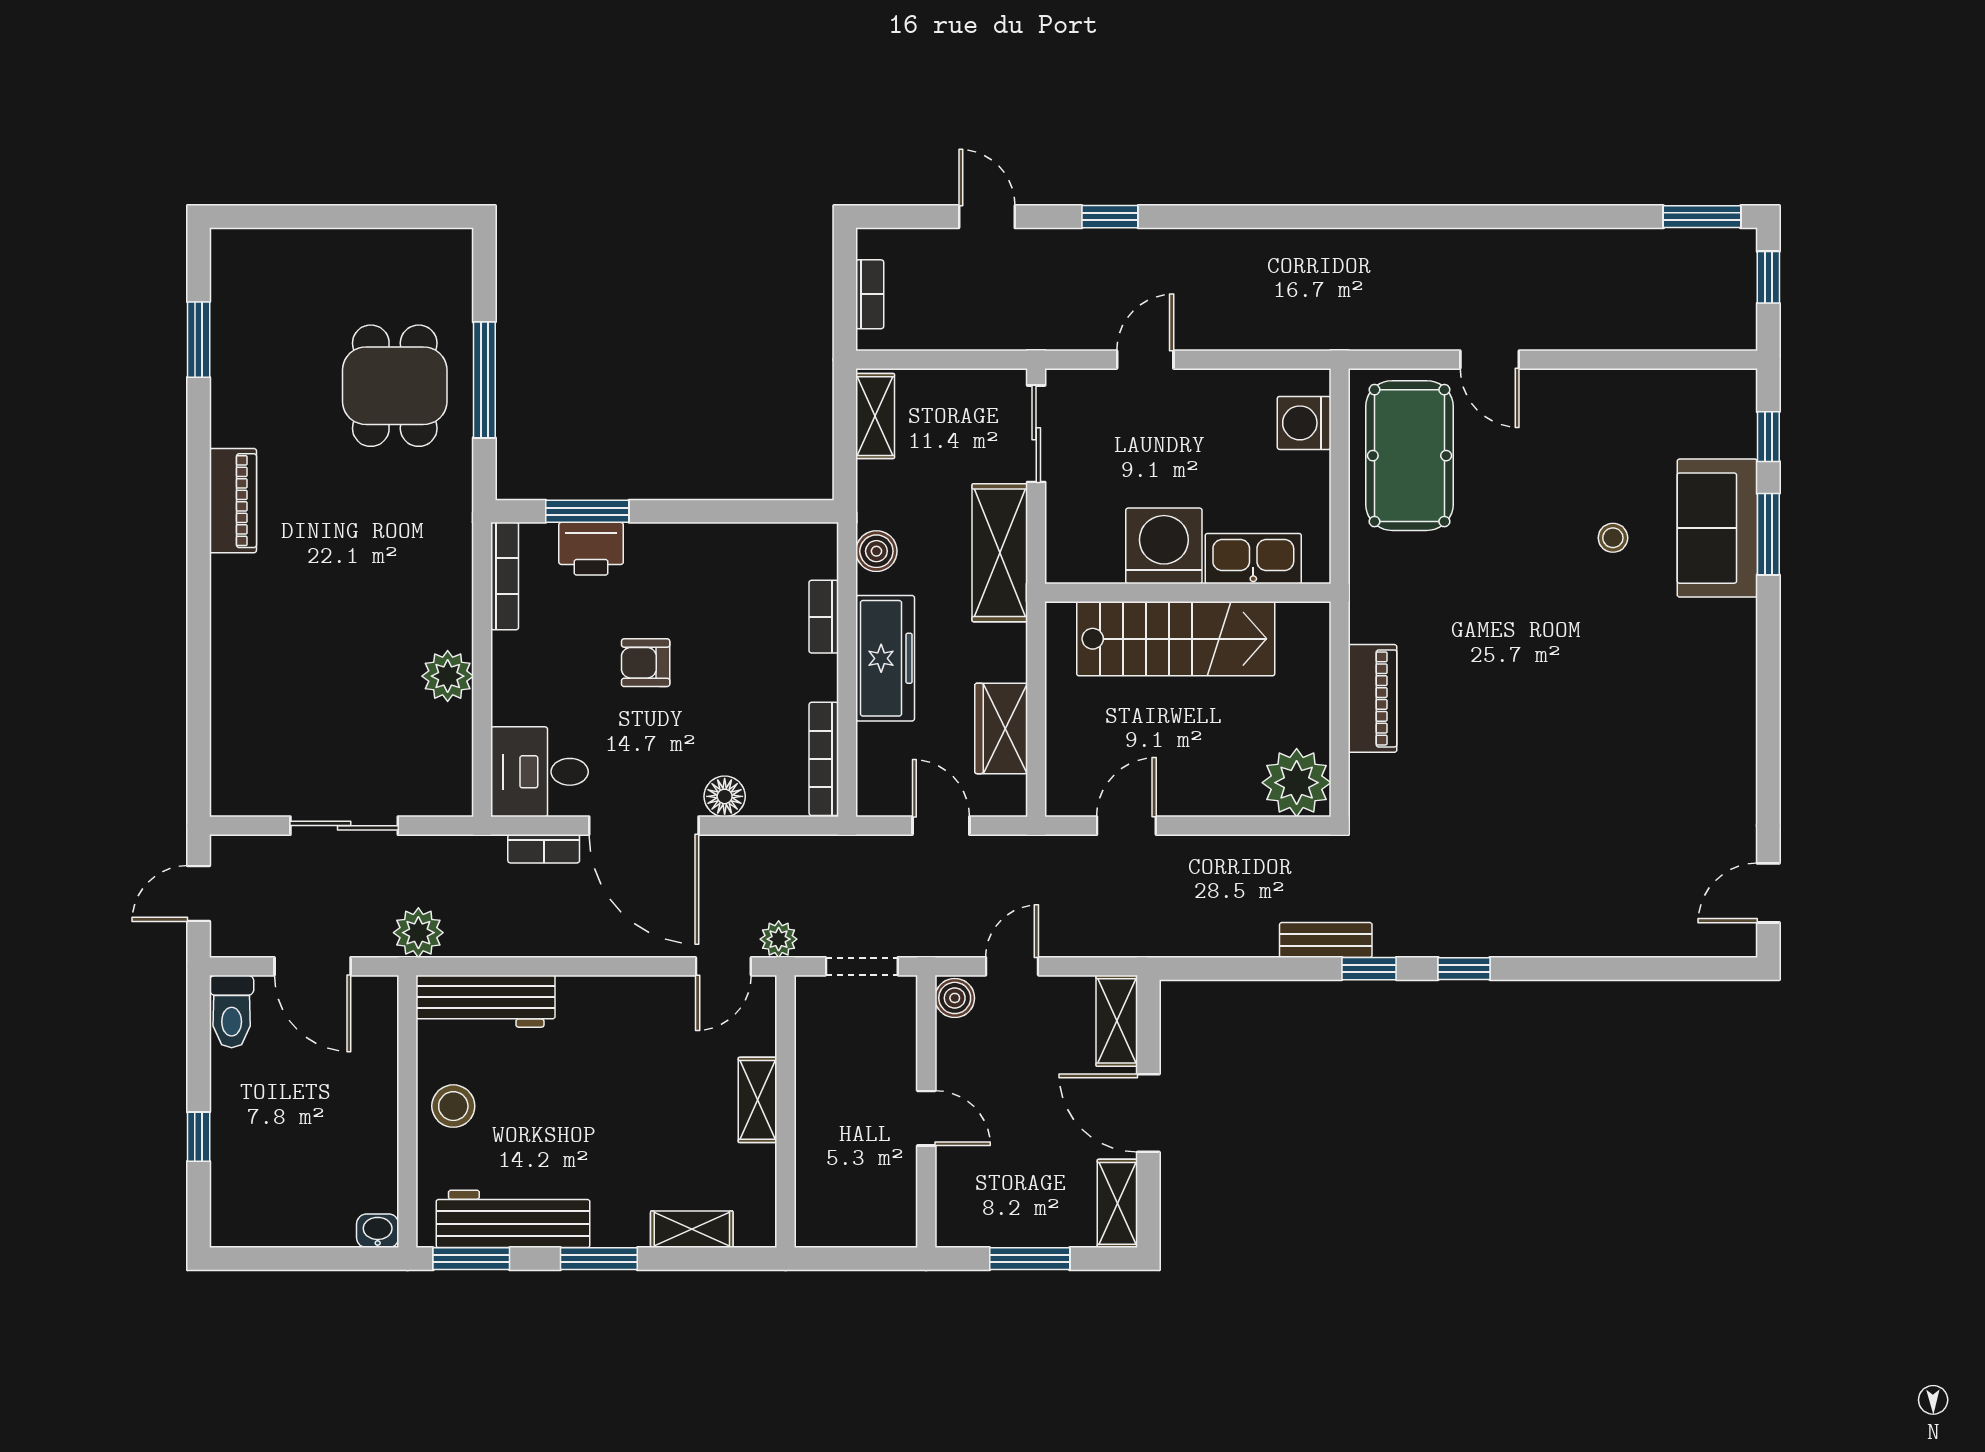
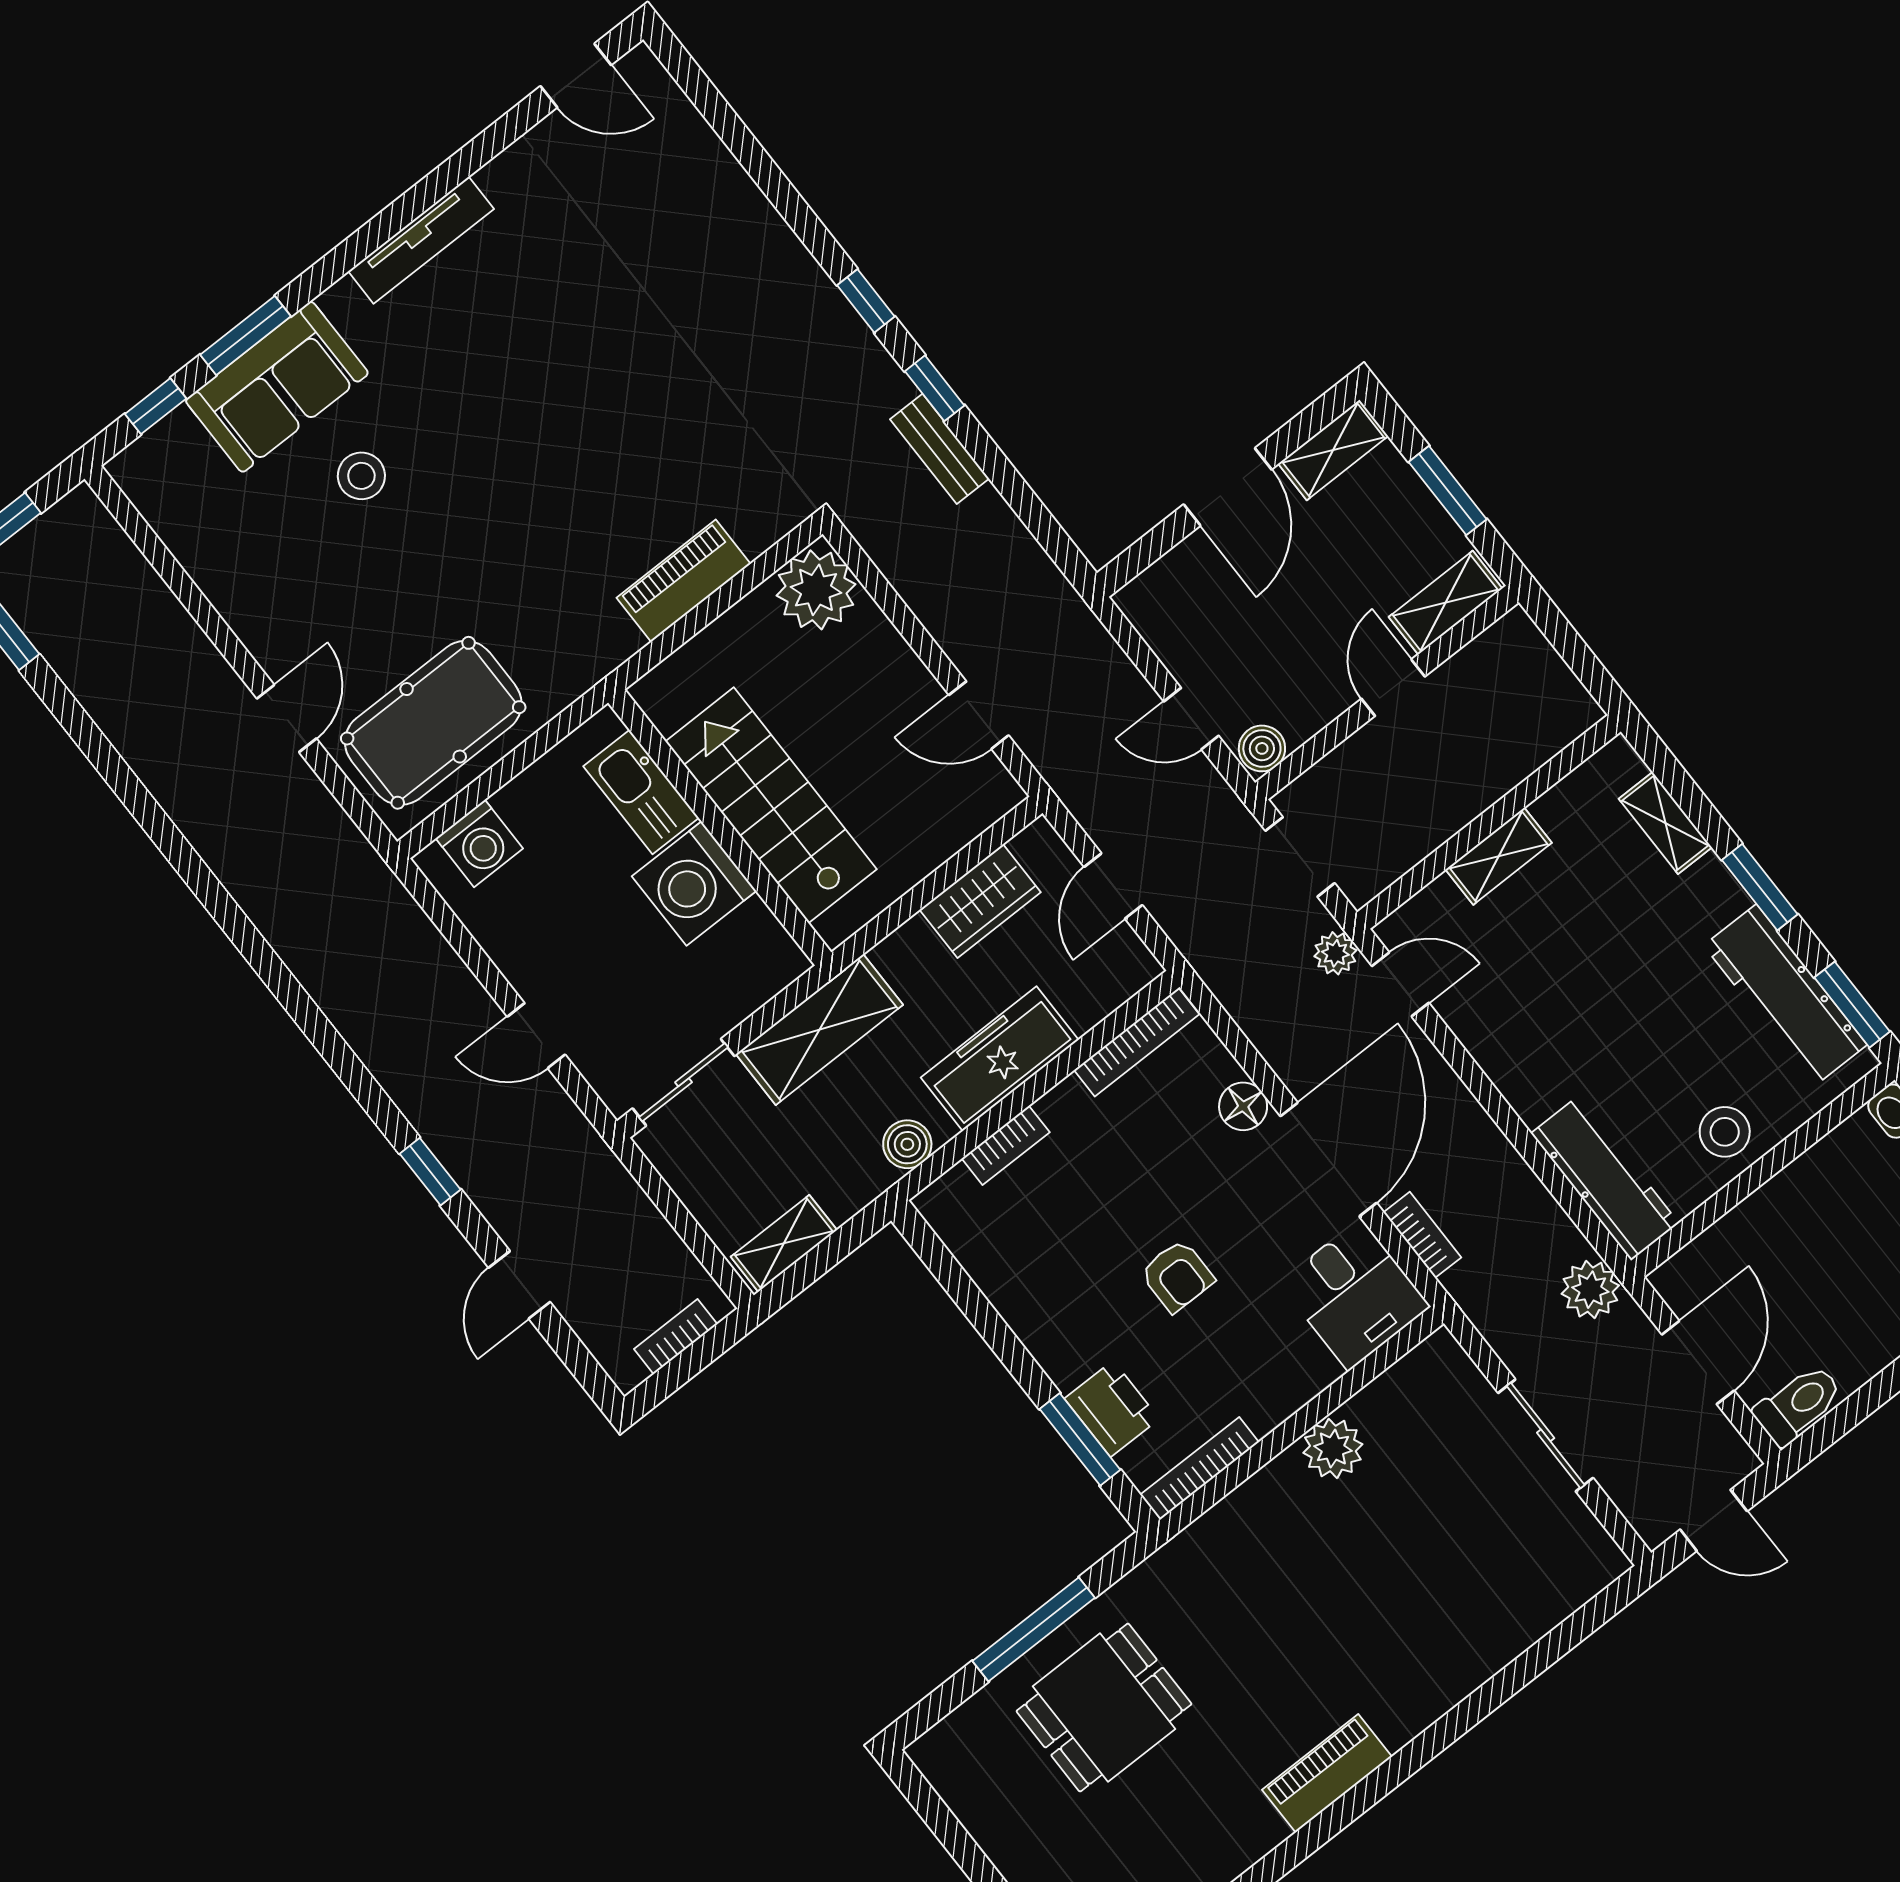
stool: (1613, 538) -> (361, 476), width x1.37, depth x1.37
tv unit: (1740, 702) -> (421, 240), added
shelving: (1117, 1021) -> (1446, 603), moved

